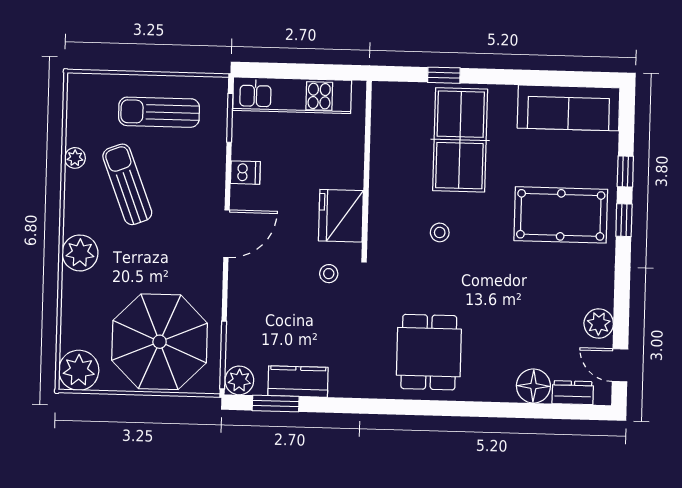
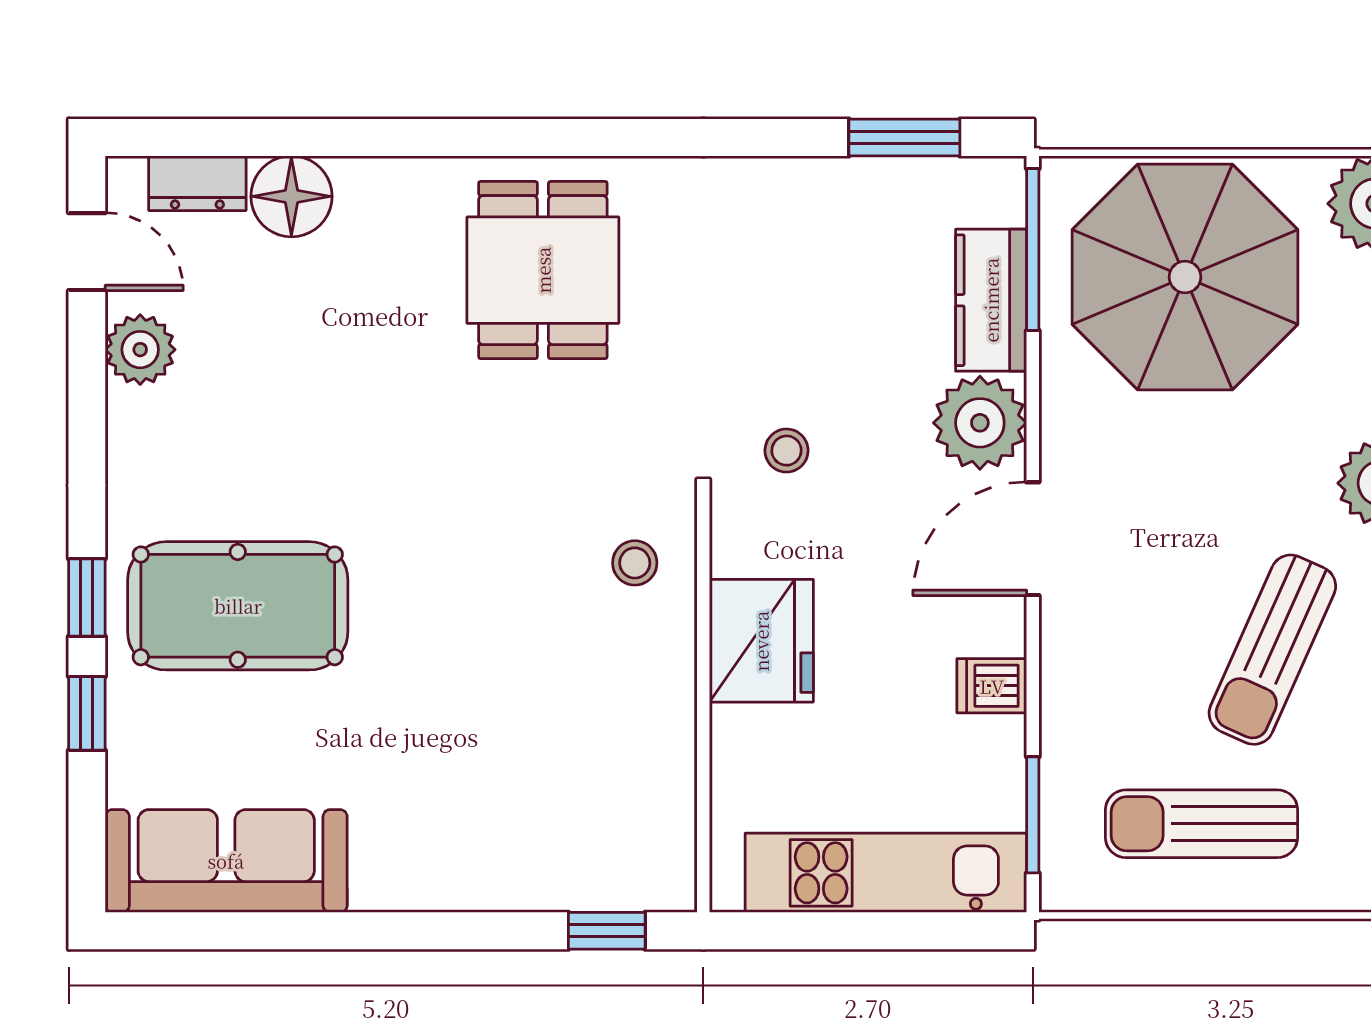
window: (444, 75) -> (607, 931), moved
sun lounger: (159, 112) -> (1202, 824), turned 180
table tennis table: (460, 140) -> (483, 778), removed
sun lounger: (127, 184) -> (1272, 650), turned 45
fridge: (341, 216) -> (761, 641), moved
stool: (440, 232) -> (635, 563), moved
plant: (239, 380) -> (980, 423), moved, width x1.36, depth x1.36
kitchen counter: (298, 382) -> (991, 300), moved, turned 90

